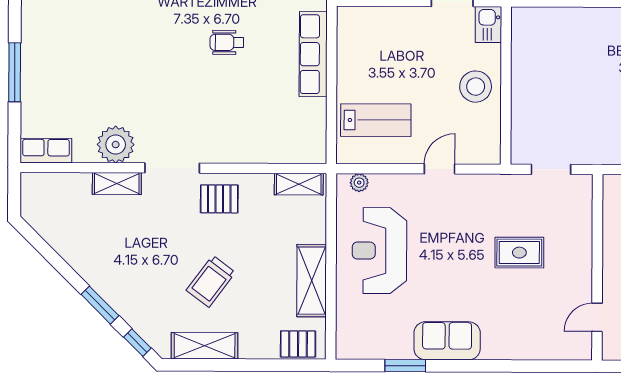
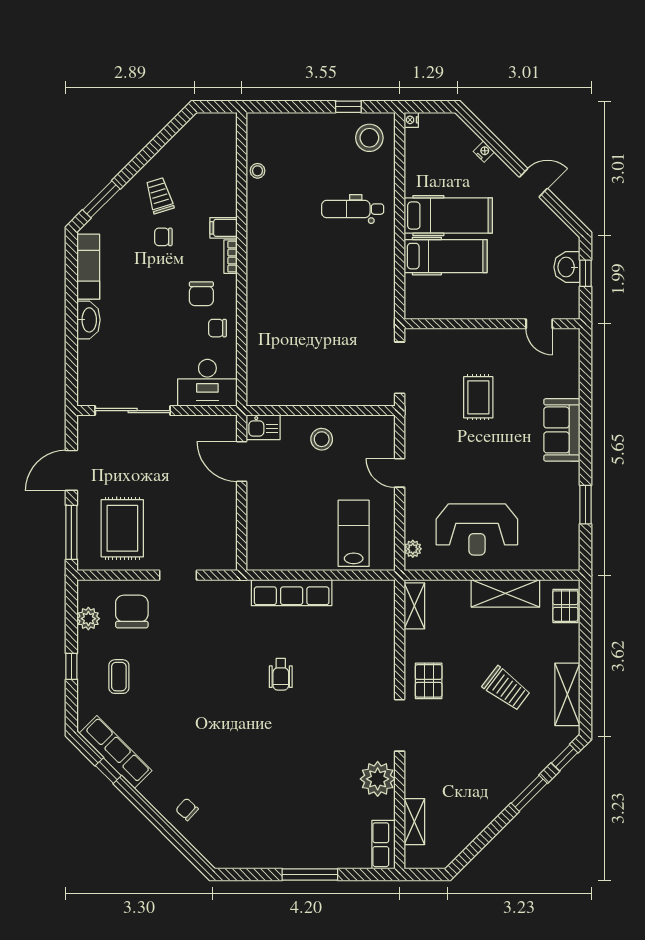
stool: (476, 87) -> (322, 439), width x0.73, depth x0.73
doorway: (551, 169) -> (400, 368), width x1.38
shelving: (117, 184) -> (414, 822), moved
sofa: (447, 341) -> (562, 430), moved

